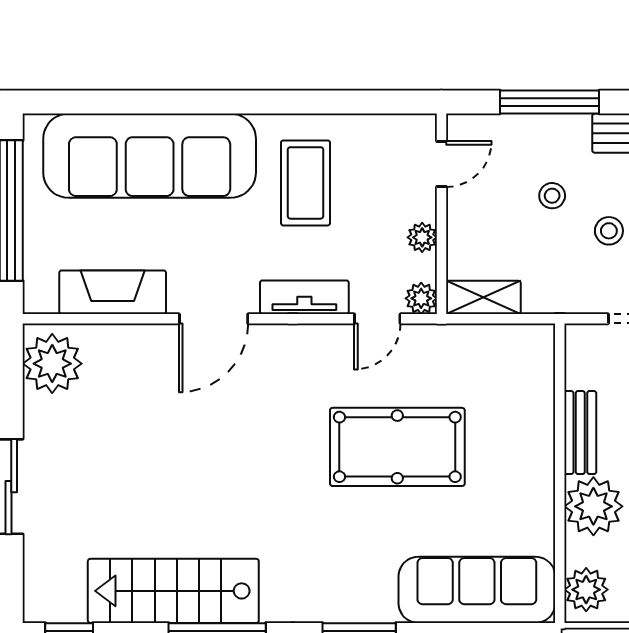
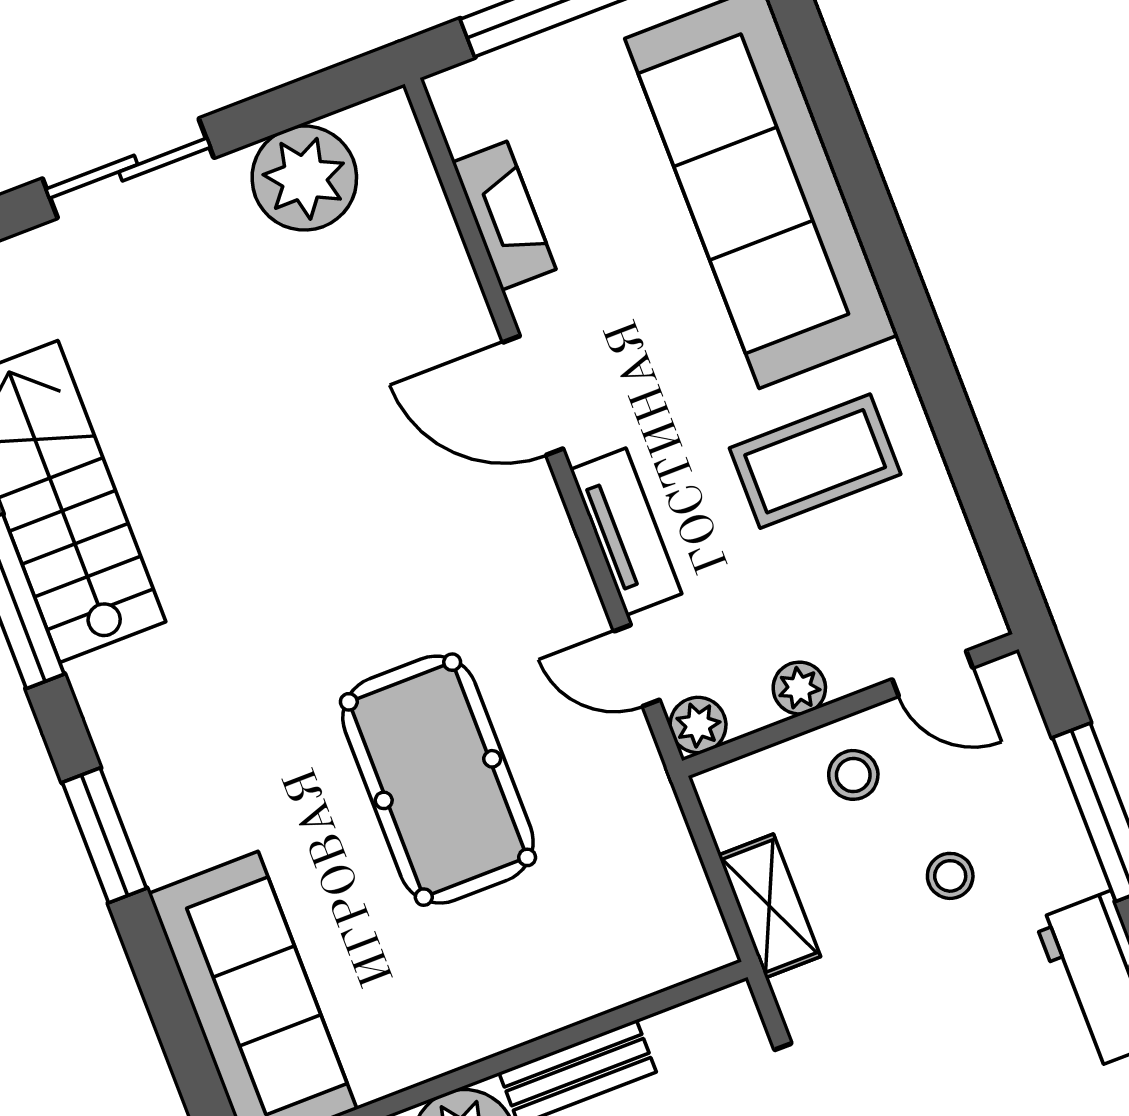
stool: (609, 231) -> (853, 775), moved
fireplace: (113, 292) -> (504, 216), width x0.73, depth x0.76
shelving: (483, 297) -> (769, 906), moved
plant: (52, 364) -> (304, 178), moved

